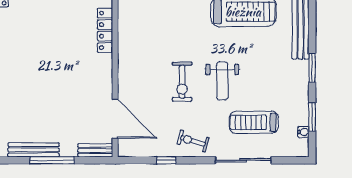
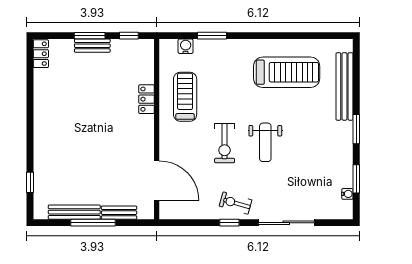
locker: (105, 30) -> (147, 99), width x0.66
treadmill: (254, 122) -> (185, 97), moved, turned 90
bench: (95, 150) -> (119, 213), moved
window: (166, 160) -> (229, 223), moved

